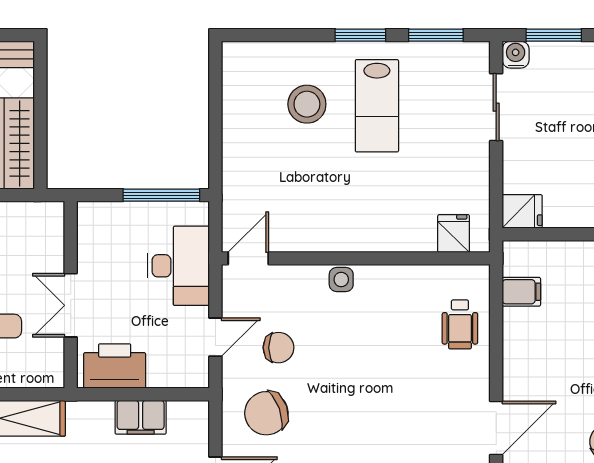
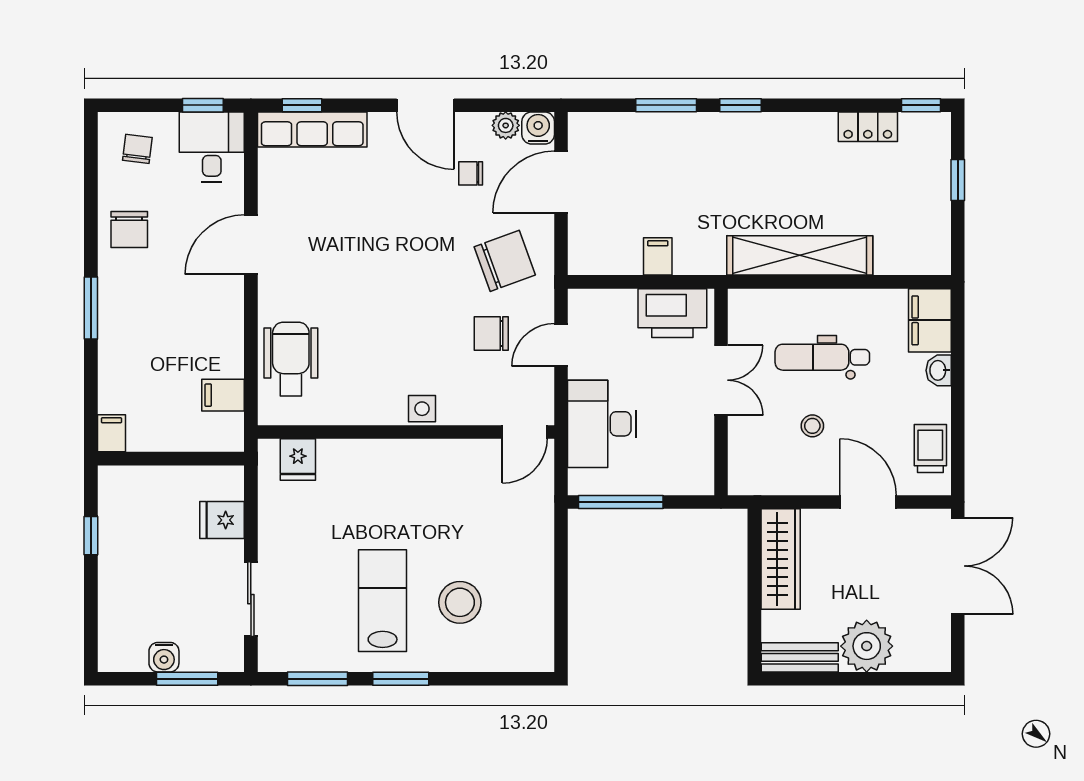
water cooler: (516, 55) -> (164, 657), moved
fridge: (522, 211) -> (222, 520), moved
wheelchair: (460, 324) -> (291, 359), width x1.36, depth x1.37
filing cabinet: (141, 417) -> (658, 256), width x0.50

